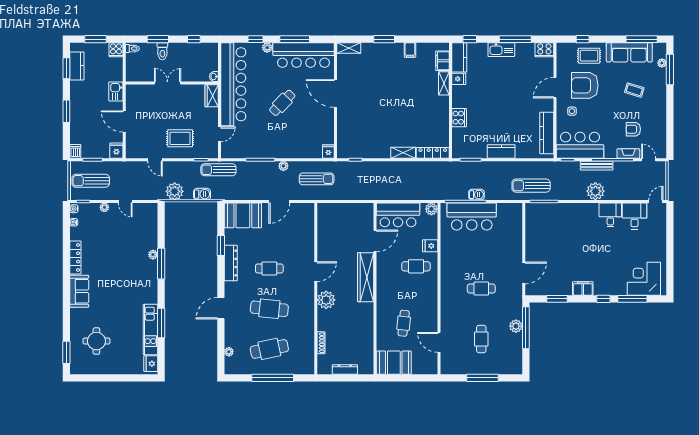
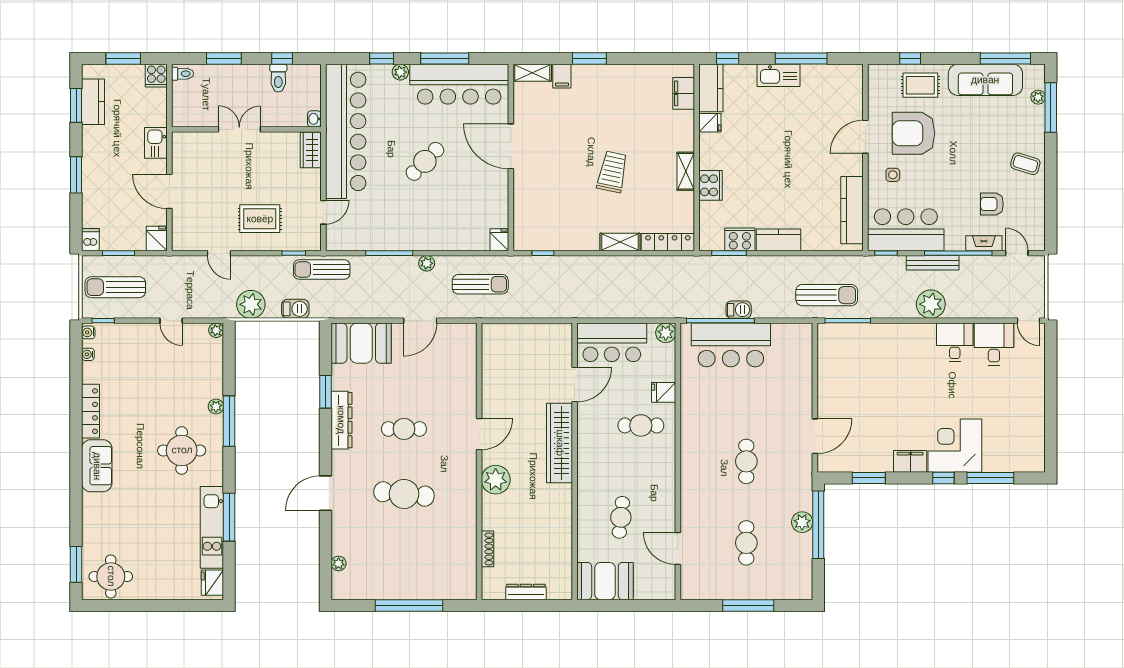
filing cabinet: (410, 50) -> (562, 76), moved
cooker: (544, 50) -> (740, 239), moved, turned 180
toilet: (162, 51) -> (278, 78), moved
shelving: (444, 83) -> (686, 171), moved
coffee table: (634, 90) -> (1025, 164), moved
trolley: (398, 109) -> (612, 172), added
sun lounger: (531, 186) -> (827, 295), turned 180
door: (656, 201) -> (1028, 321), swing flipped
plant: (104, 207) -> (216, 330), moved
corner desk: (644, 279) -> (955, 446), moved
round table: (132, 282) -> (182, 450), added
cafe table: (481, 289) -> (746, 461), turned 90
round table: (96, 341) -> (111, 576), moved
cafe table: (269, 349) -> (404, 559), removed

